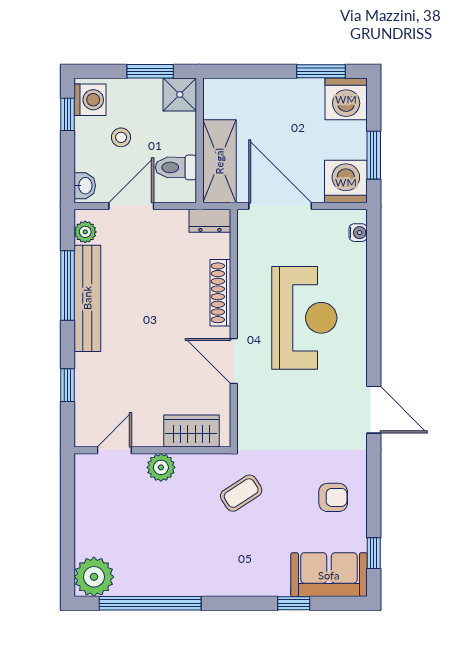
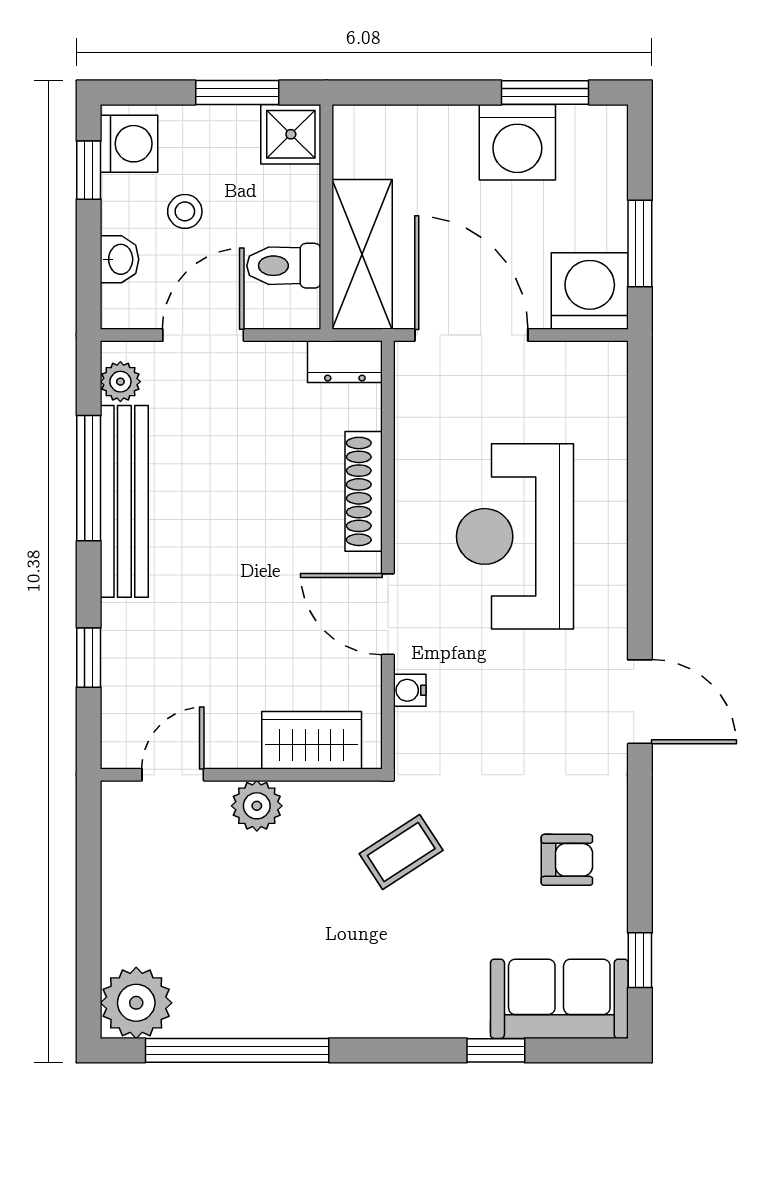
washing machine: (346, 99) -> (517, 142), moved
washbasin: (85, 186) -> (120, 259), moved
water cooler: (358, 233) -> (410, 690), moved, turned 180
reception desk: (304, 318) -> (515, 536), turned 180

